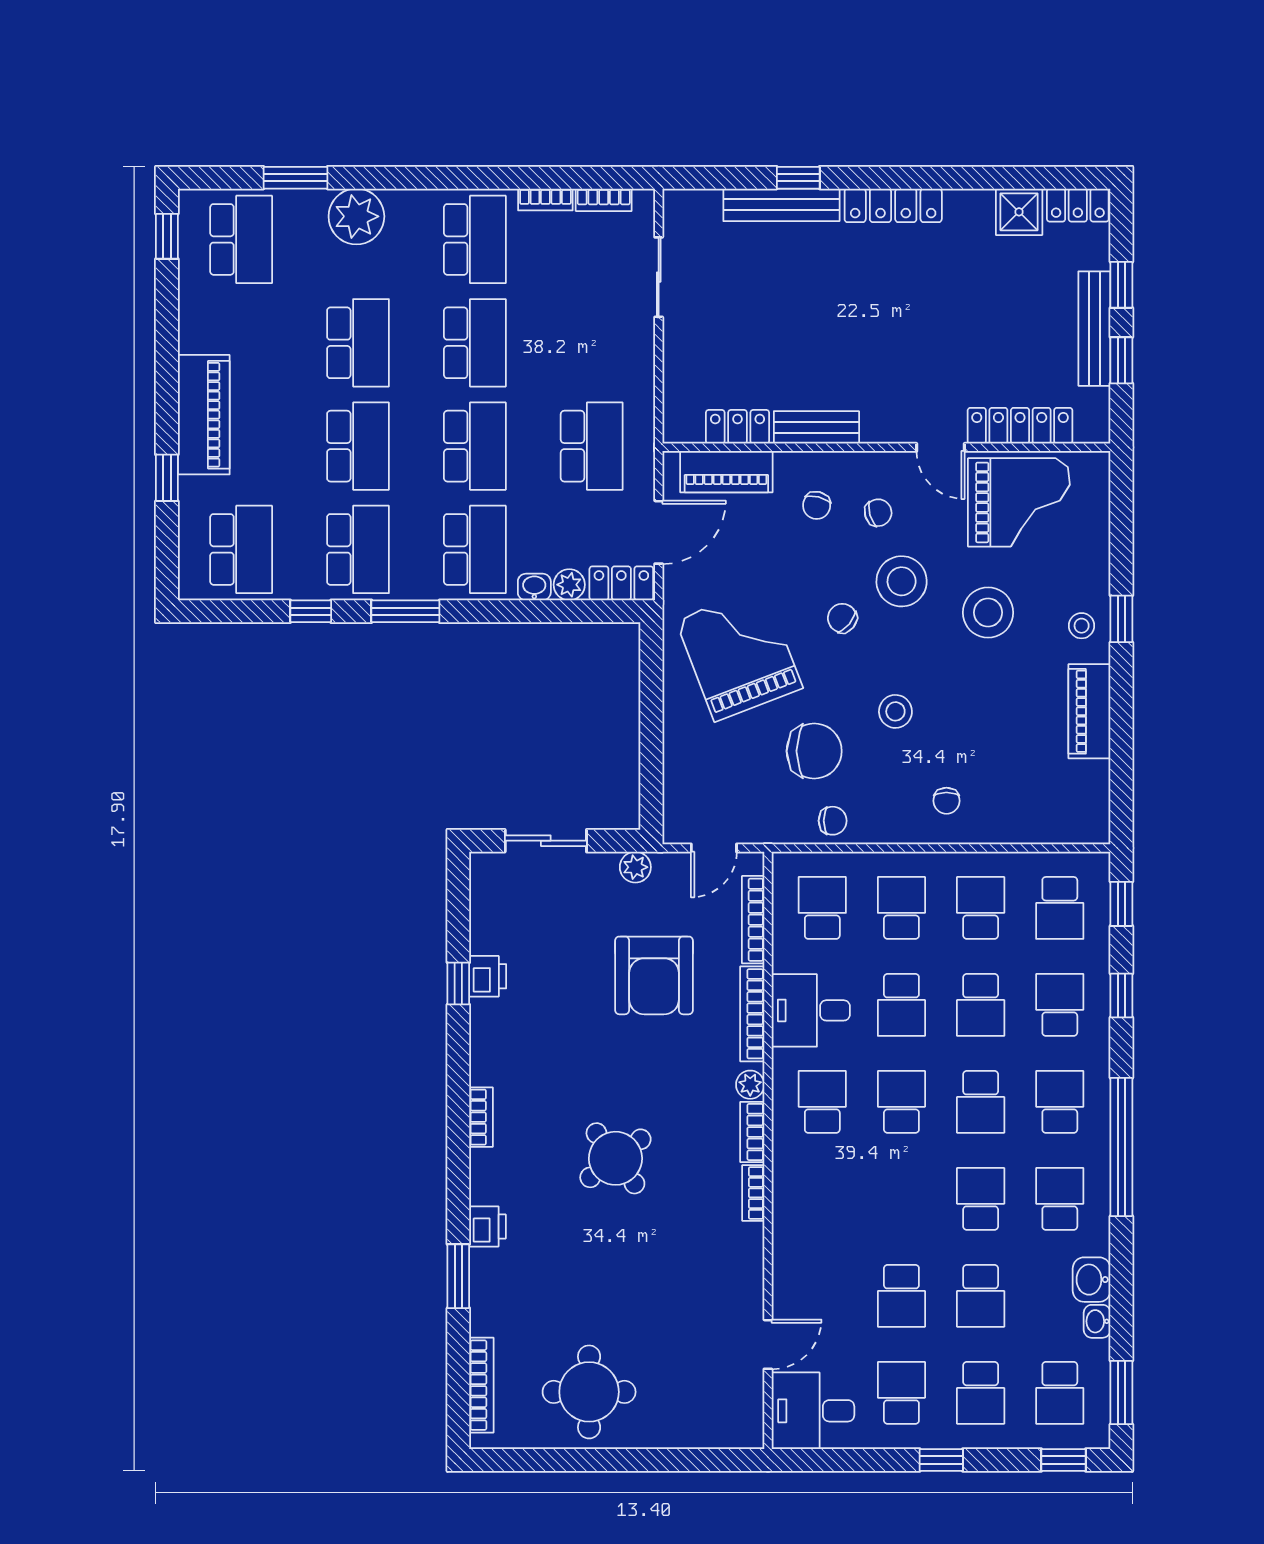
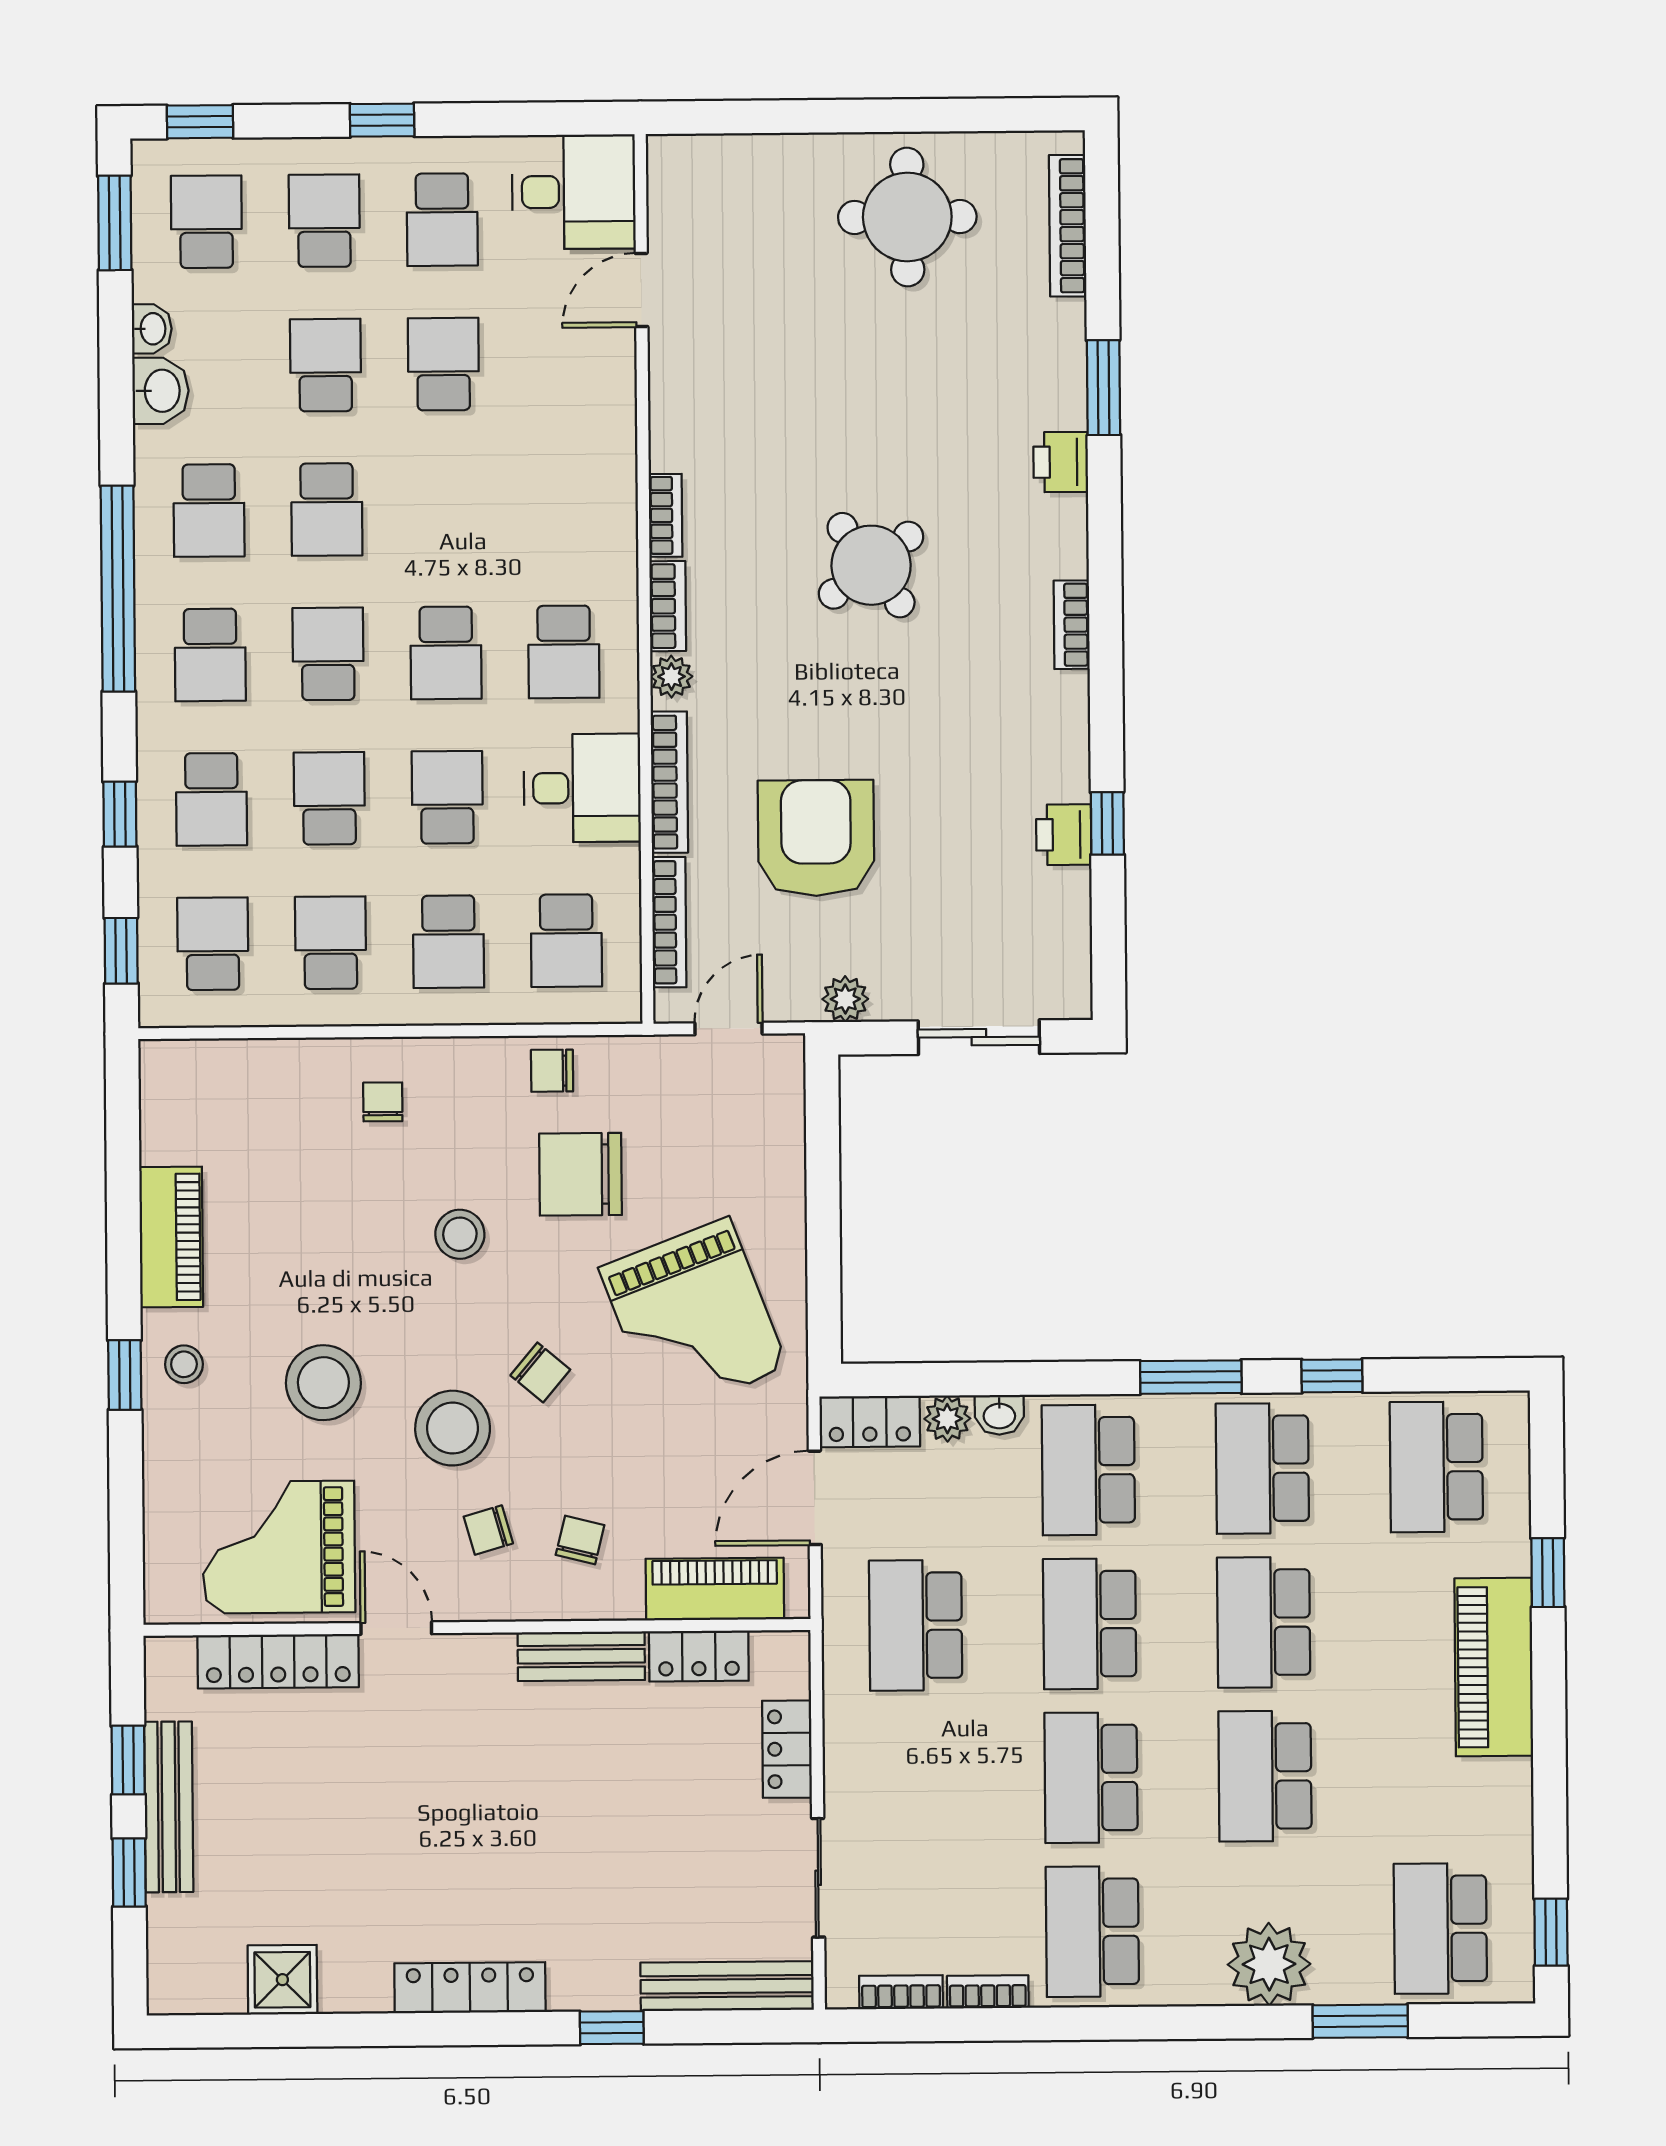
bench: (781, 205) -> (727, 1986), moved
locker: (1078, 205) -> (787, 1749), moved, turned -90
school desk: (981, 908) -> (331, 943), turned 180

